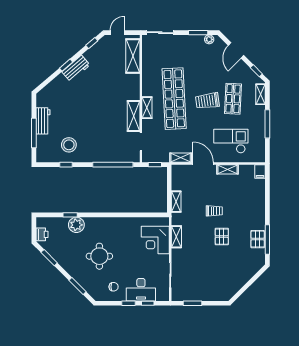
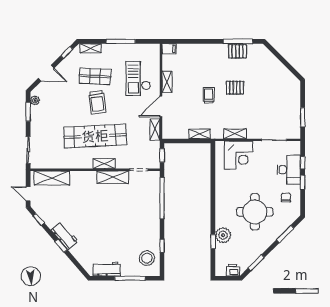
workbench: (43, 121) -> (107, 269), moved
stool: (69, 145) -> (147, 258), moved
round table: (99, 256) -> (255, 212), width x1.36, depth x1.36

